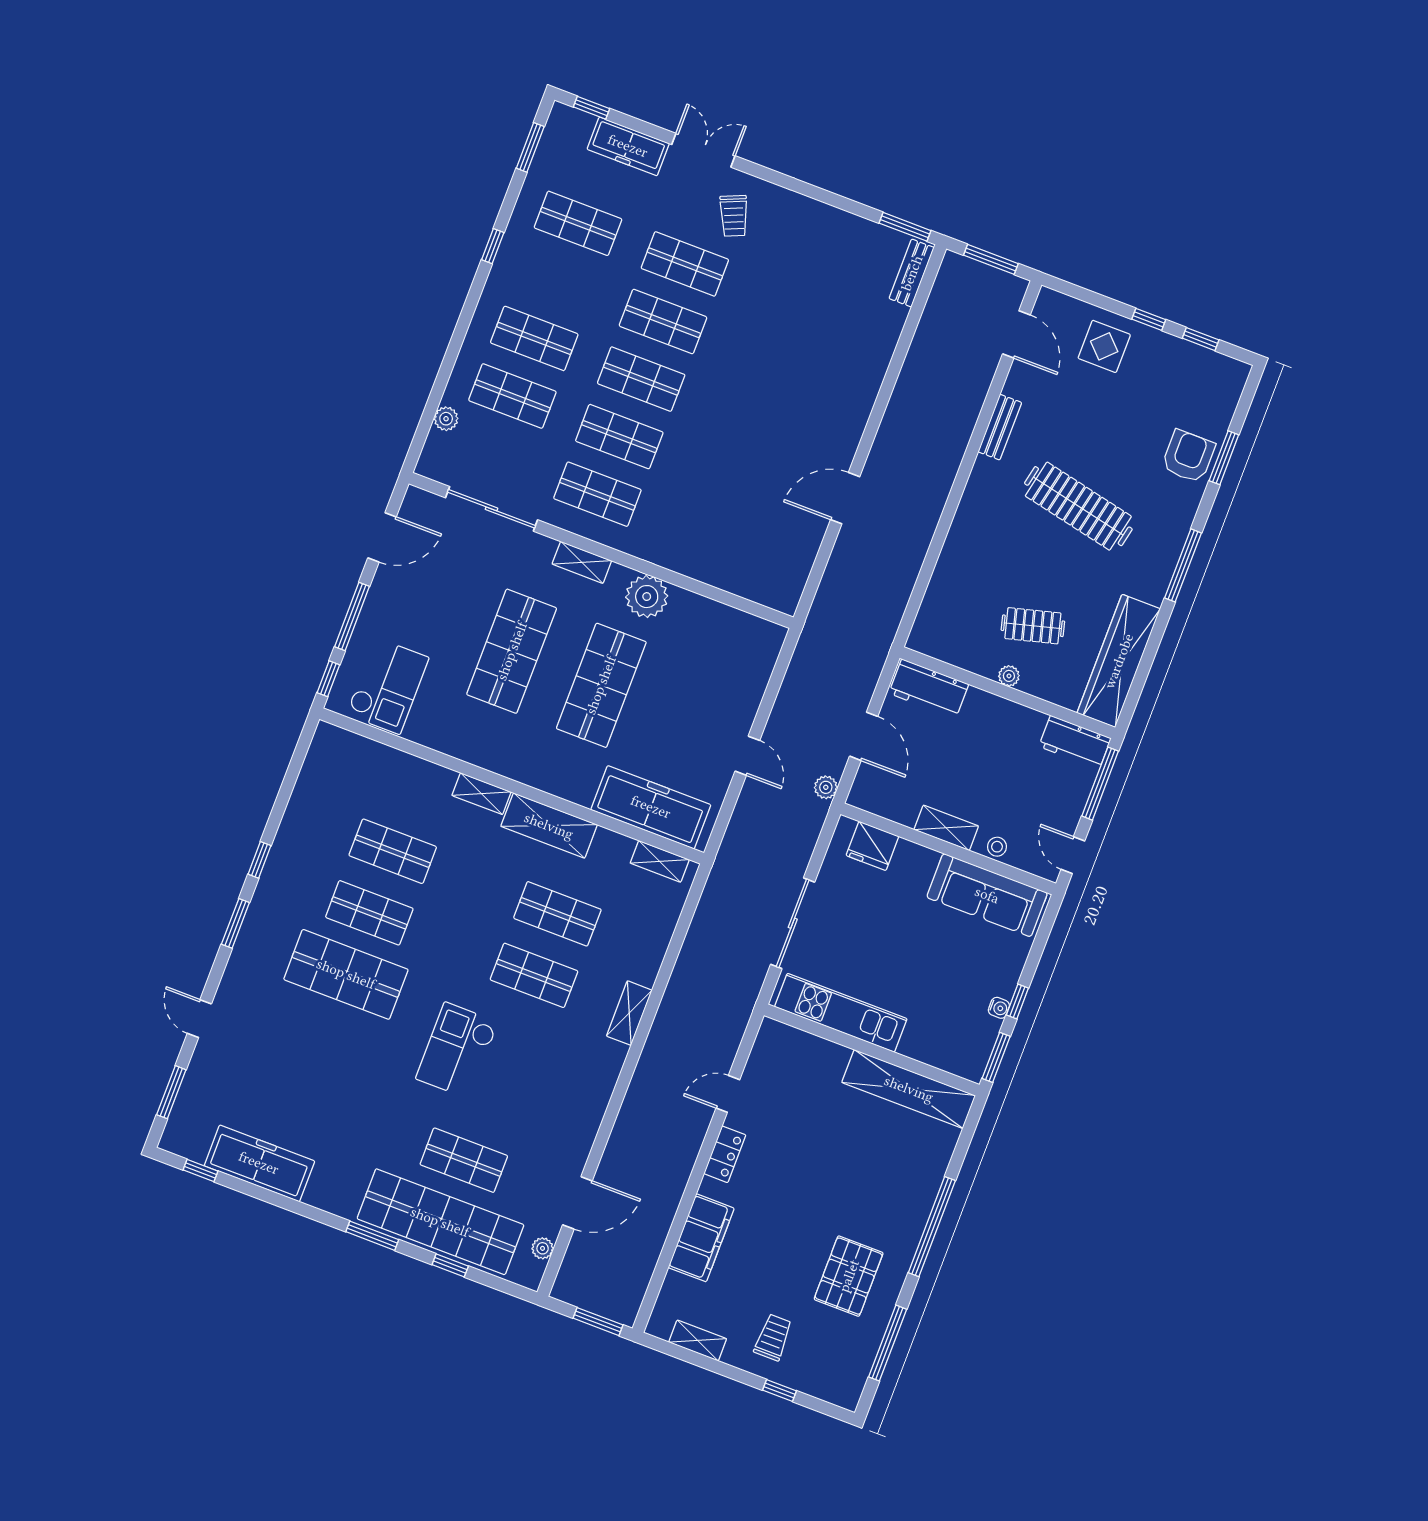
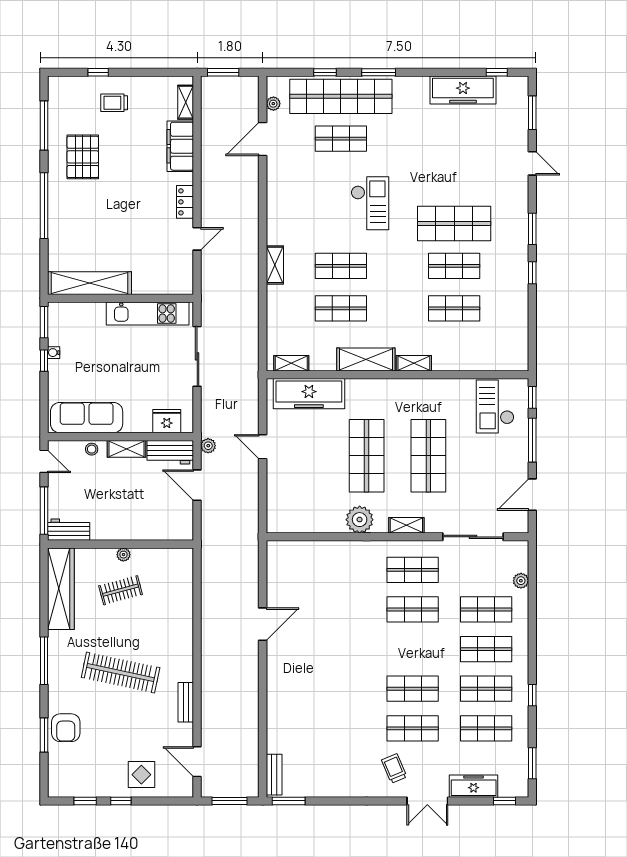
shop shelf: (641, 379) -> (486, 689), moved
workbench: (929, 689) -> (170, 452), moved, turned 180
trolley: (773, 1337) -> (114, 103), turned 90
shelving: (698, 1340) -> (186, 102), moved, turned 90

